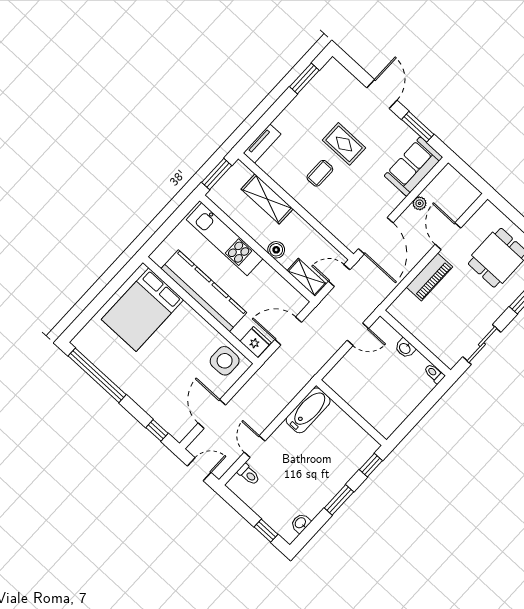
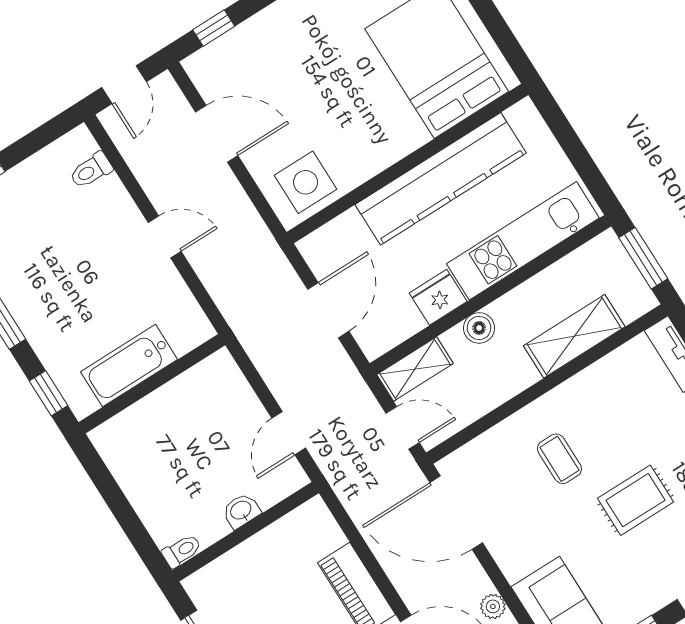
coffee table: (320, 173) -> (559, 459), moved
door: (339, 276) -> (403, 428), hinge flipped
fridge: (256, 342) -> (438, 297), moved, turned 180
bathtub: (308, 410) -> (129, 366), moved, turned 90
door: (255, 447) -> (165, 237), moved

